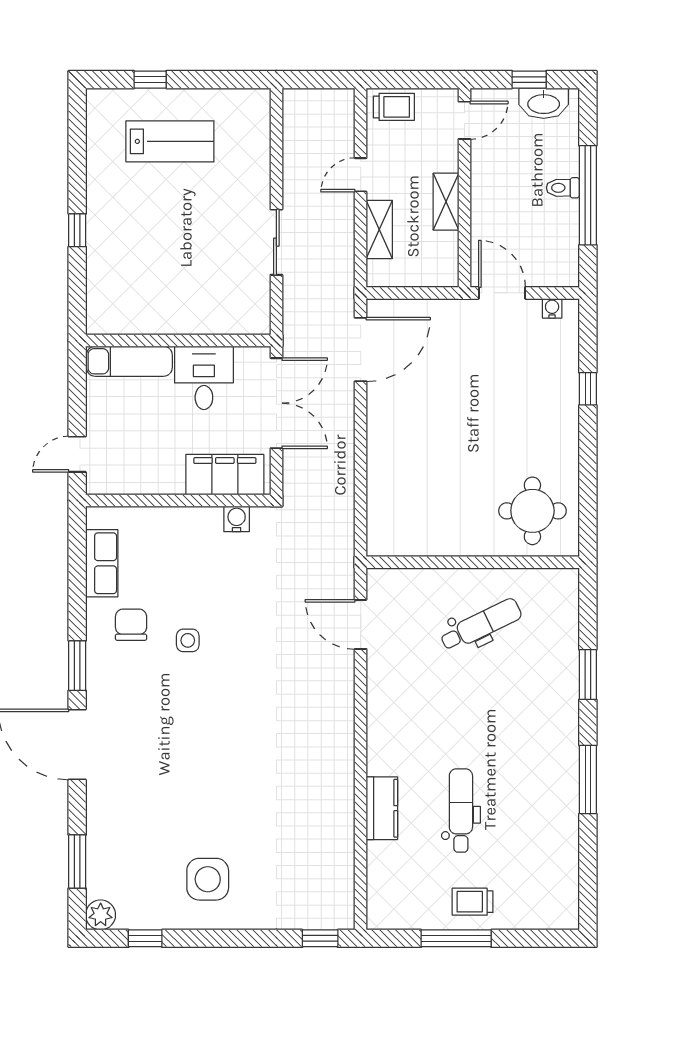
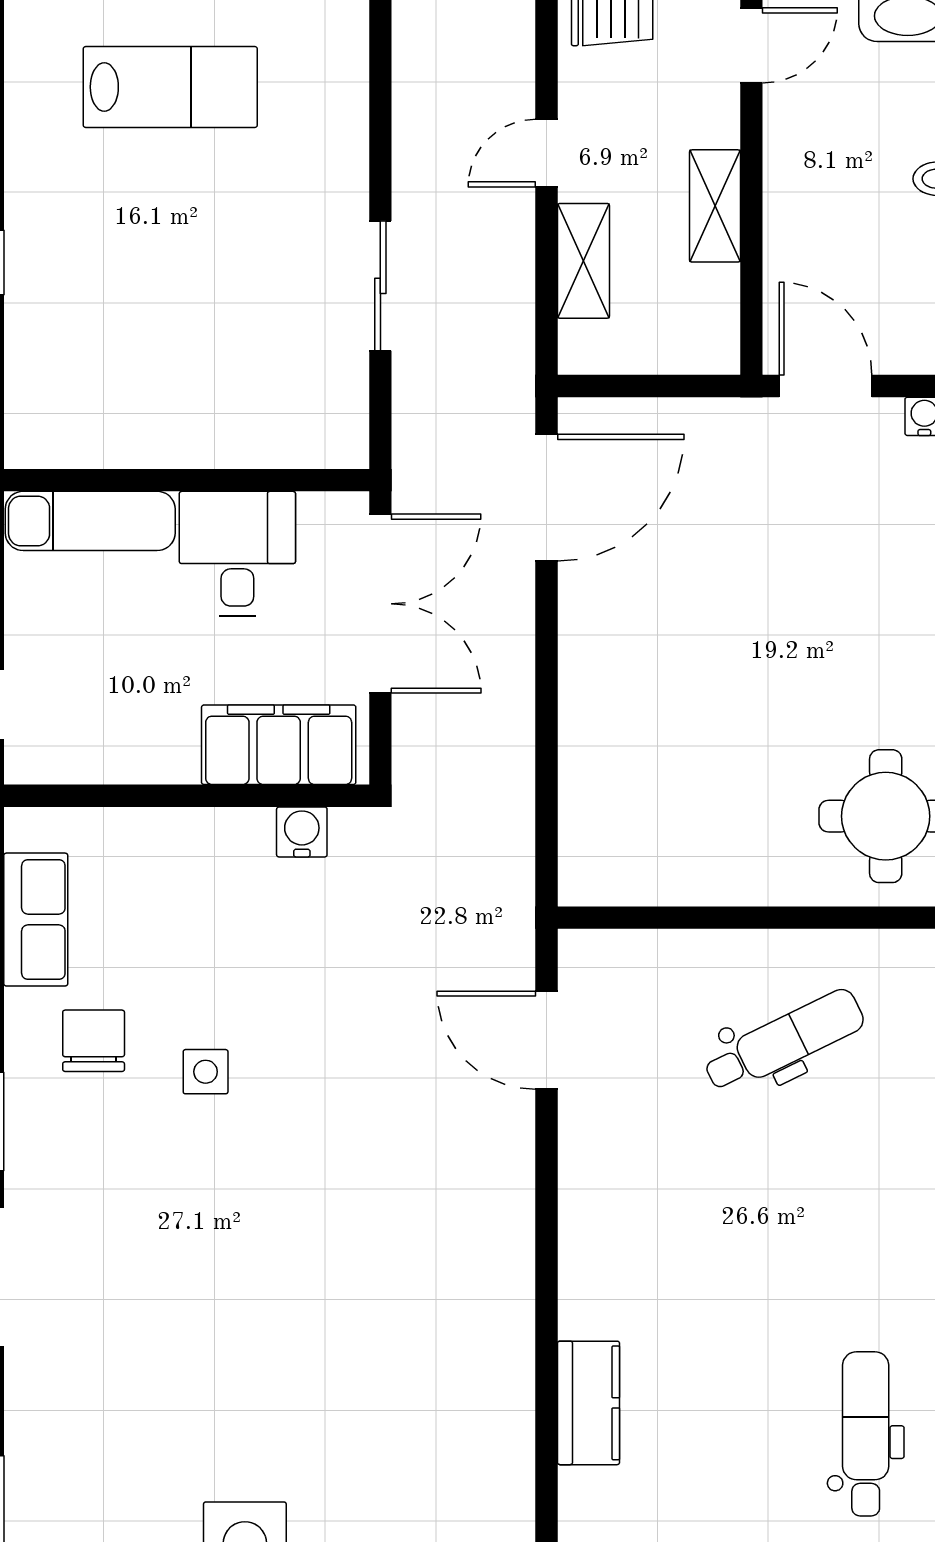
dental chair: (461, 811) -> (866, 1434), moved

